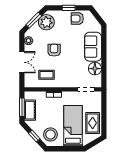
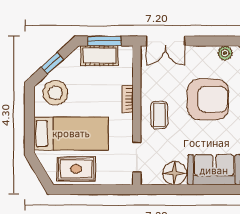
armchair: (54, 50) -> (208, 99), width x1.88, depth x1.88
double door: (22, 62) -> (166, 41), moved
coffee table: (47, 75) -> (159, 115), moved

